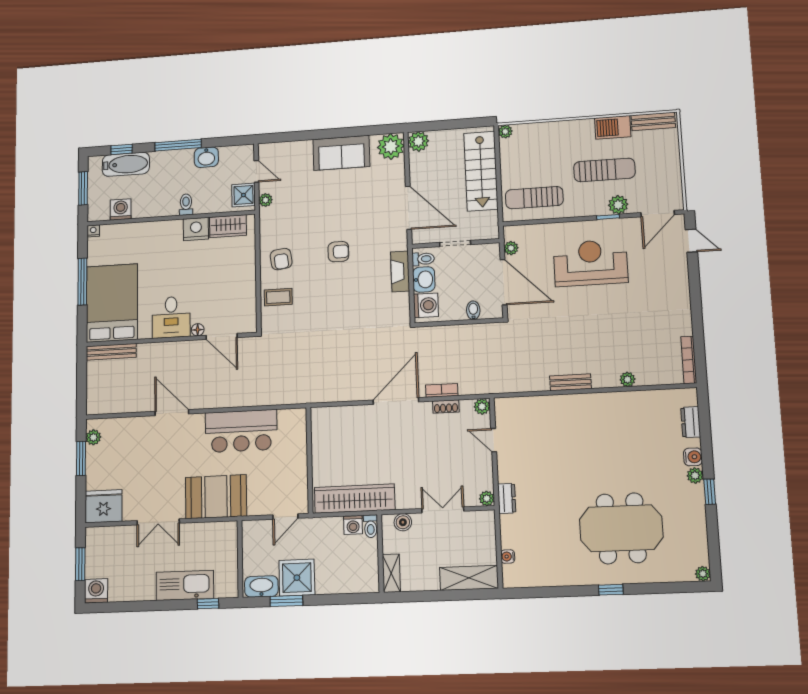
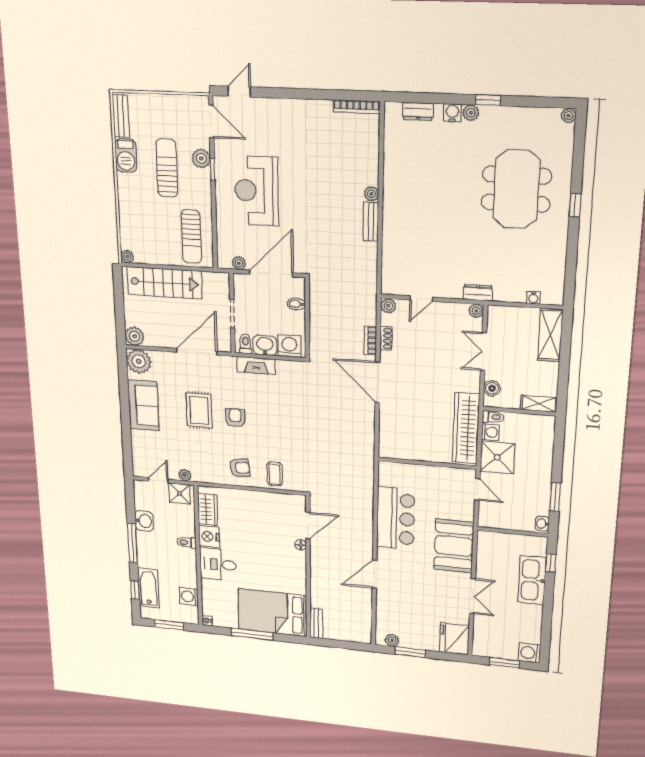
rug: (343, 213) -> (199, 410), added
desk: (171, 317) -> (218, 564), moved, turned 180
bench: (111, 352) -> (316, 623), width x0.73
plant: (628, 379) -> (371, 194), moved
shower: (297, 578) -> (497, 457), moved
washbasin: (261, 586) -> (542, 524), width x0.52, depth x0.69

